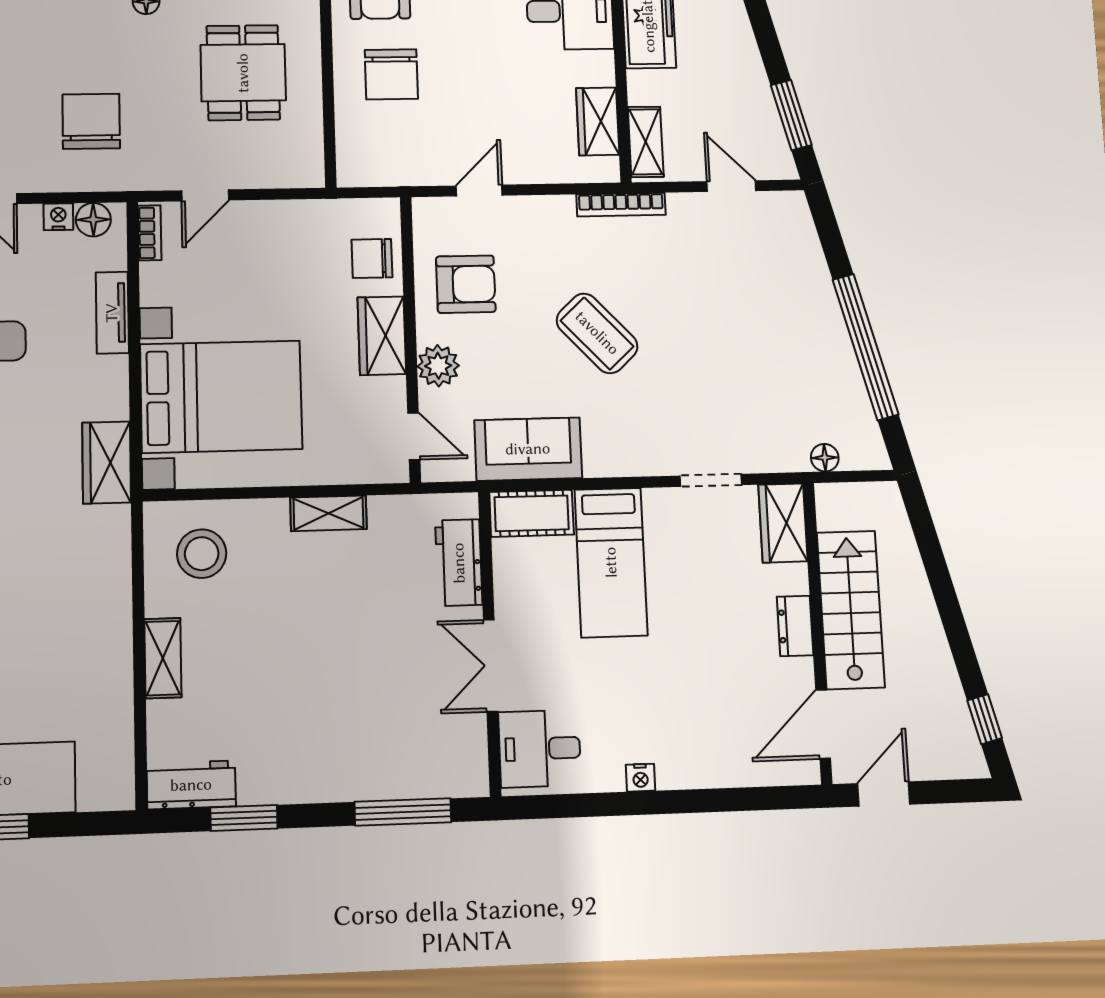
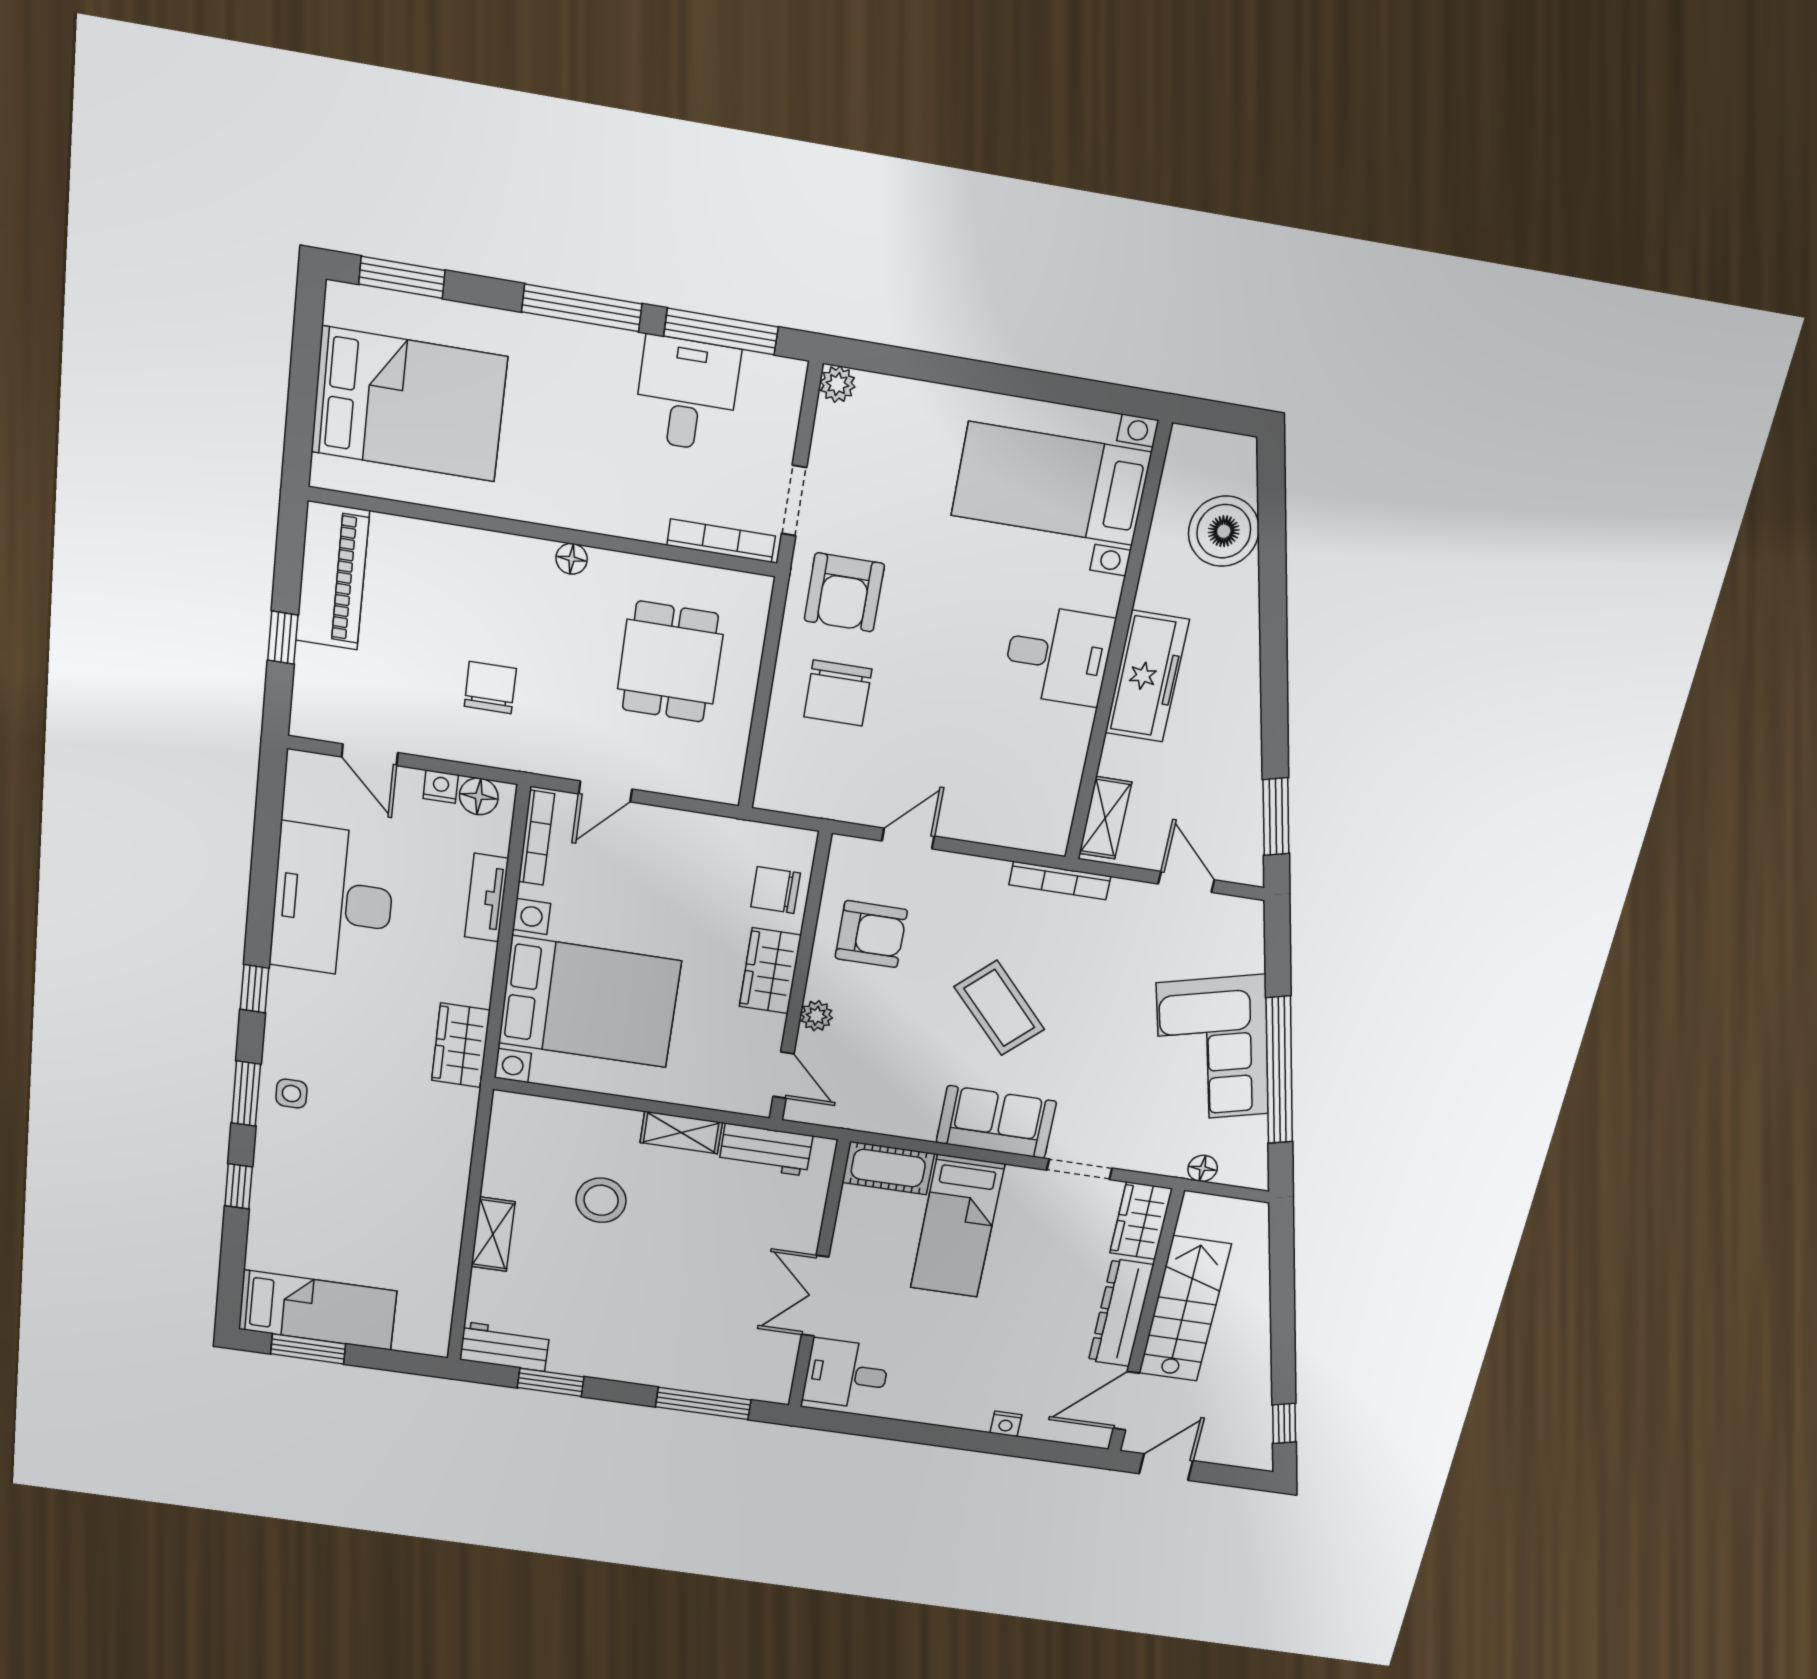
chair: (91, 121) -> (490, 688), width x0.73, depth x0.73
wardrobe: (598, 121) -> (1058, 786), removed
bookcase: (150, 233) -> (536, 838), width x1.56
corner sofa: (799, 337) -> (1213, 1049), added
plant: (438, 366) -> (816, 1016), width x0.73, depth x0.73
sofa: (528, 449) -> (996, 1122), moved
stool: (202, 554) -> (601, 1200), moved
workbench: (459, 563) -> (766, 1150), moved, turned -90
dresser: (795, 626) -> (1121, 1313), width x1.96, depth x1.24
nightstand: (641, 778) -> (1006, 1424), moved

